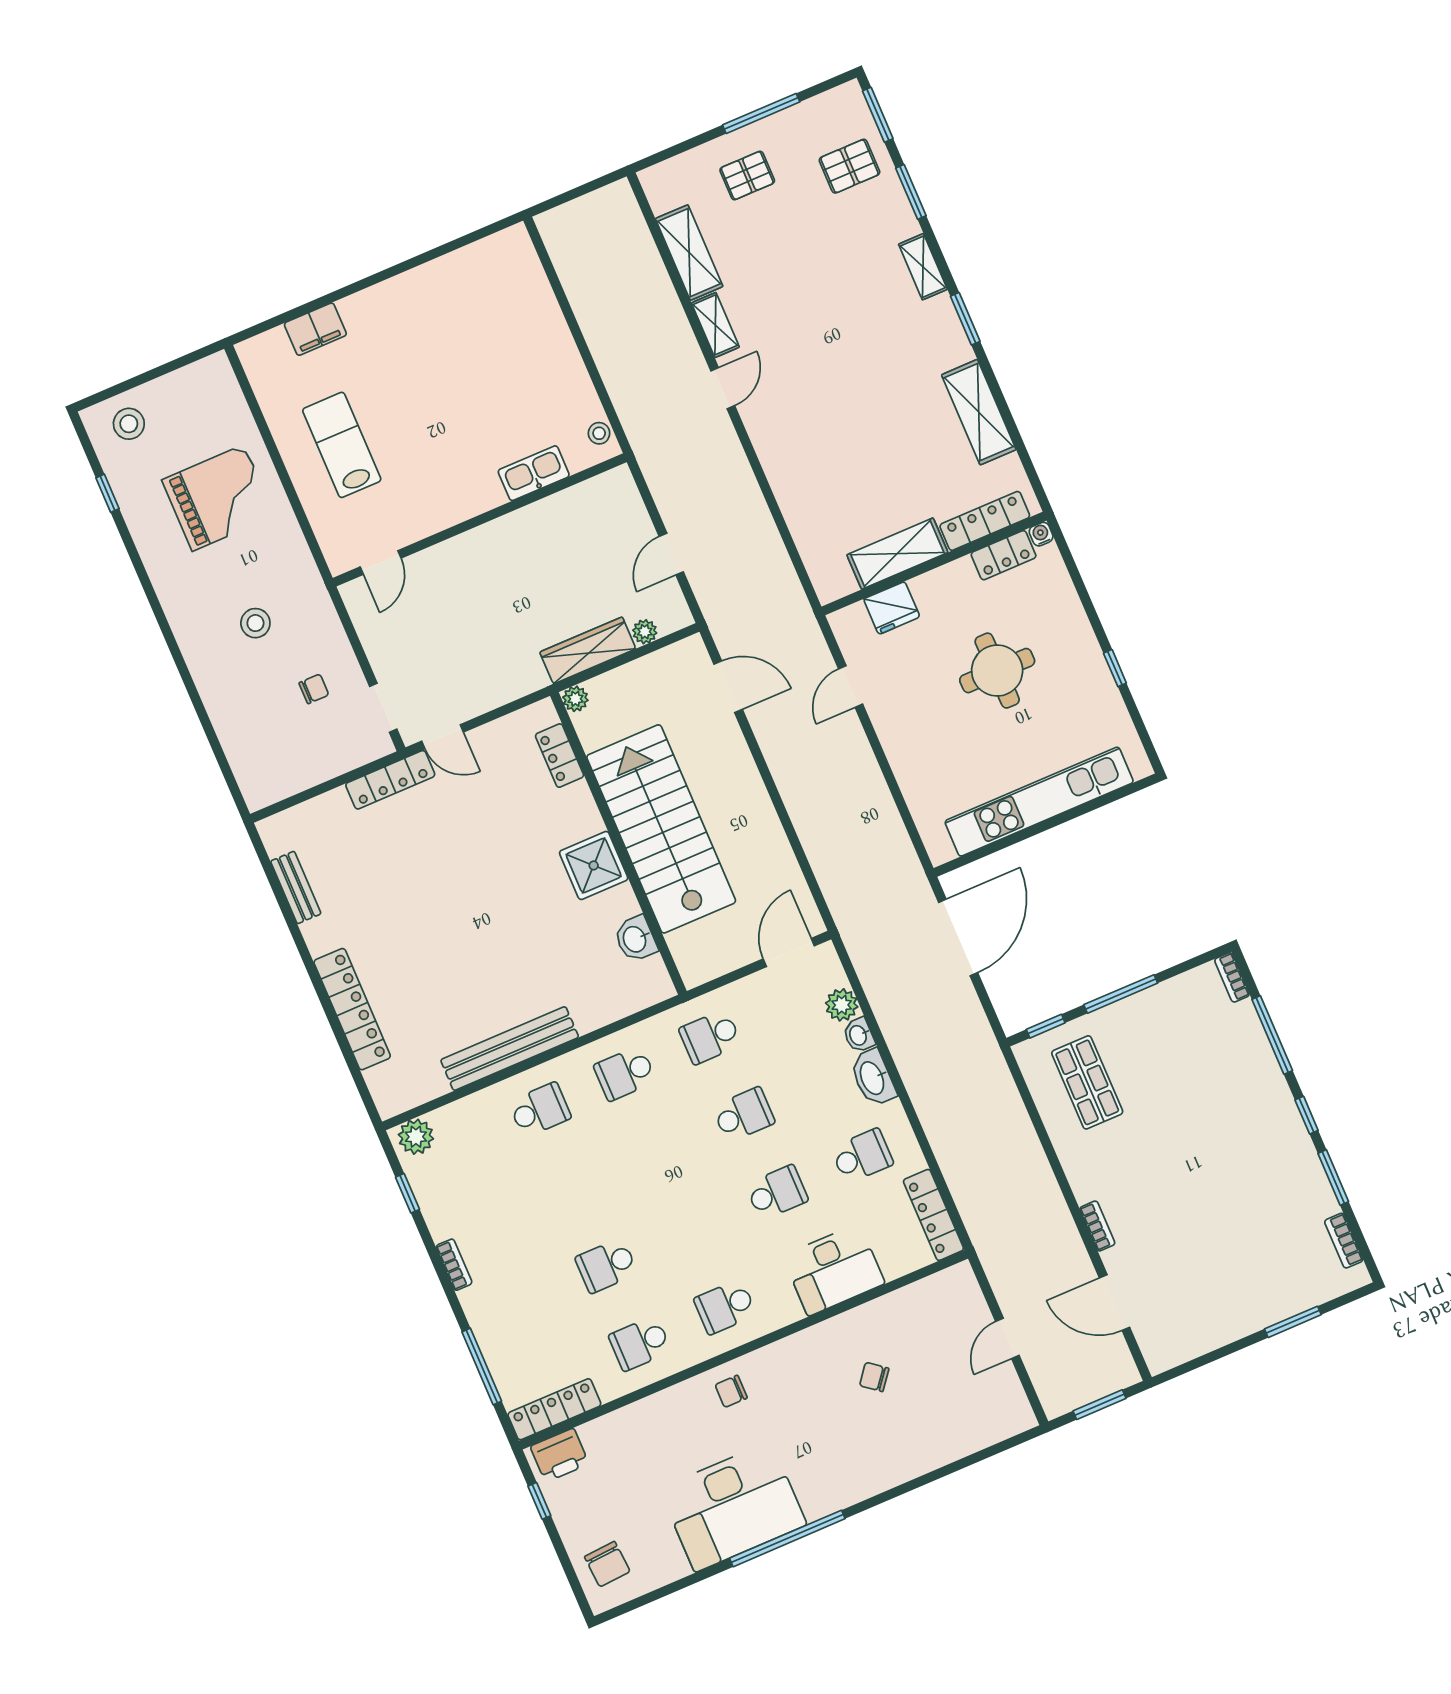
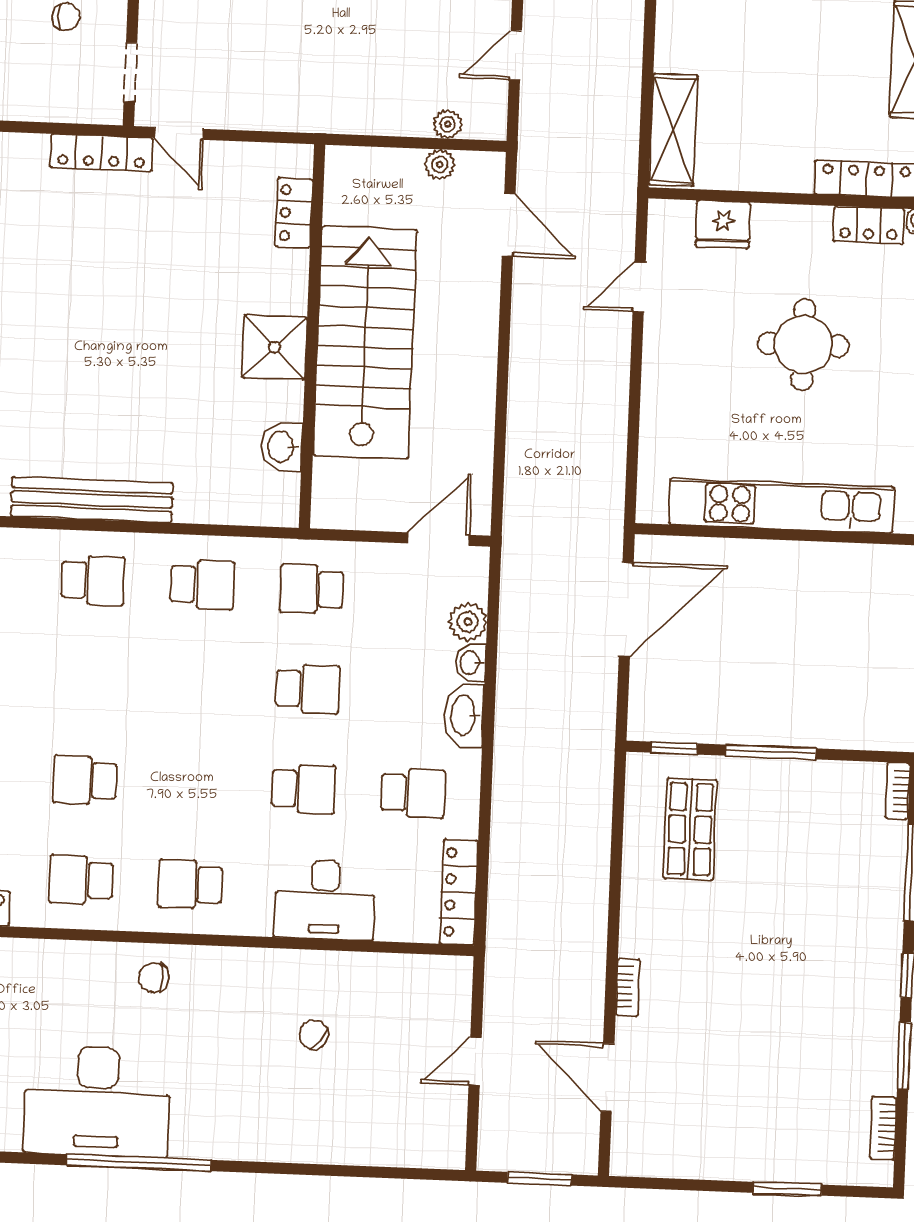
shelving: (897, 554) -> (673, 130), moved, turned 90
wardrobe: (588, 650) -> (378, 115), removed
plant: (575, 699) -> (440, 165), moved
school desk: (625, 1073) -> (202, 585), turned 180

